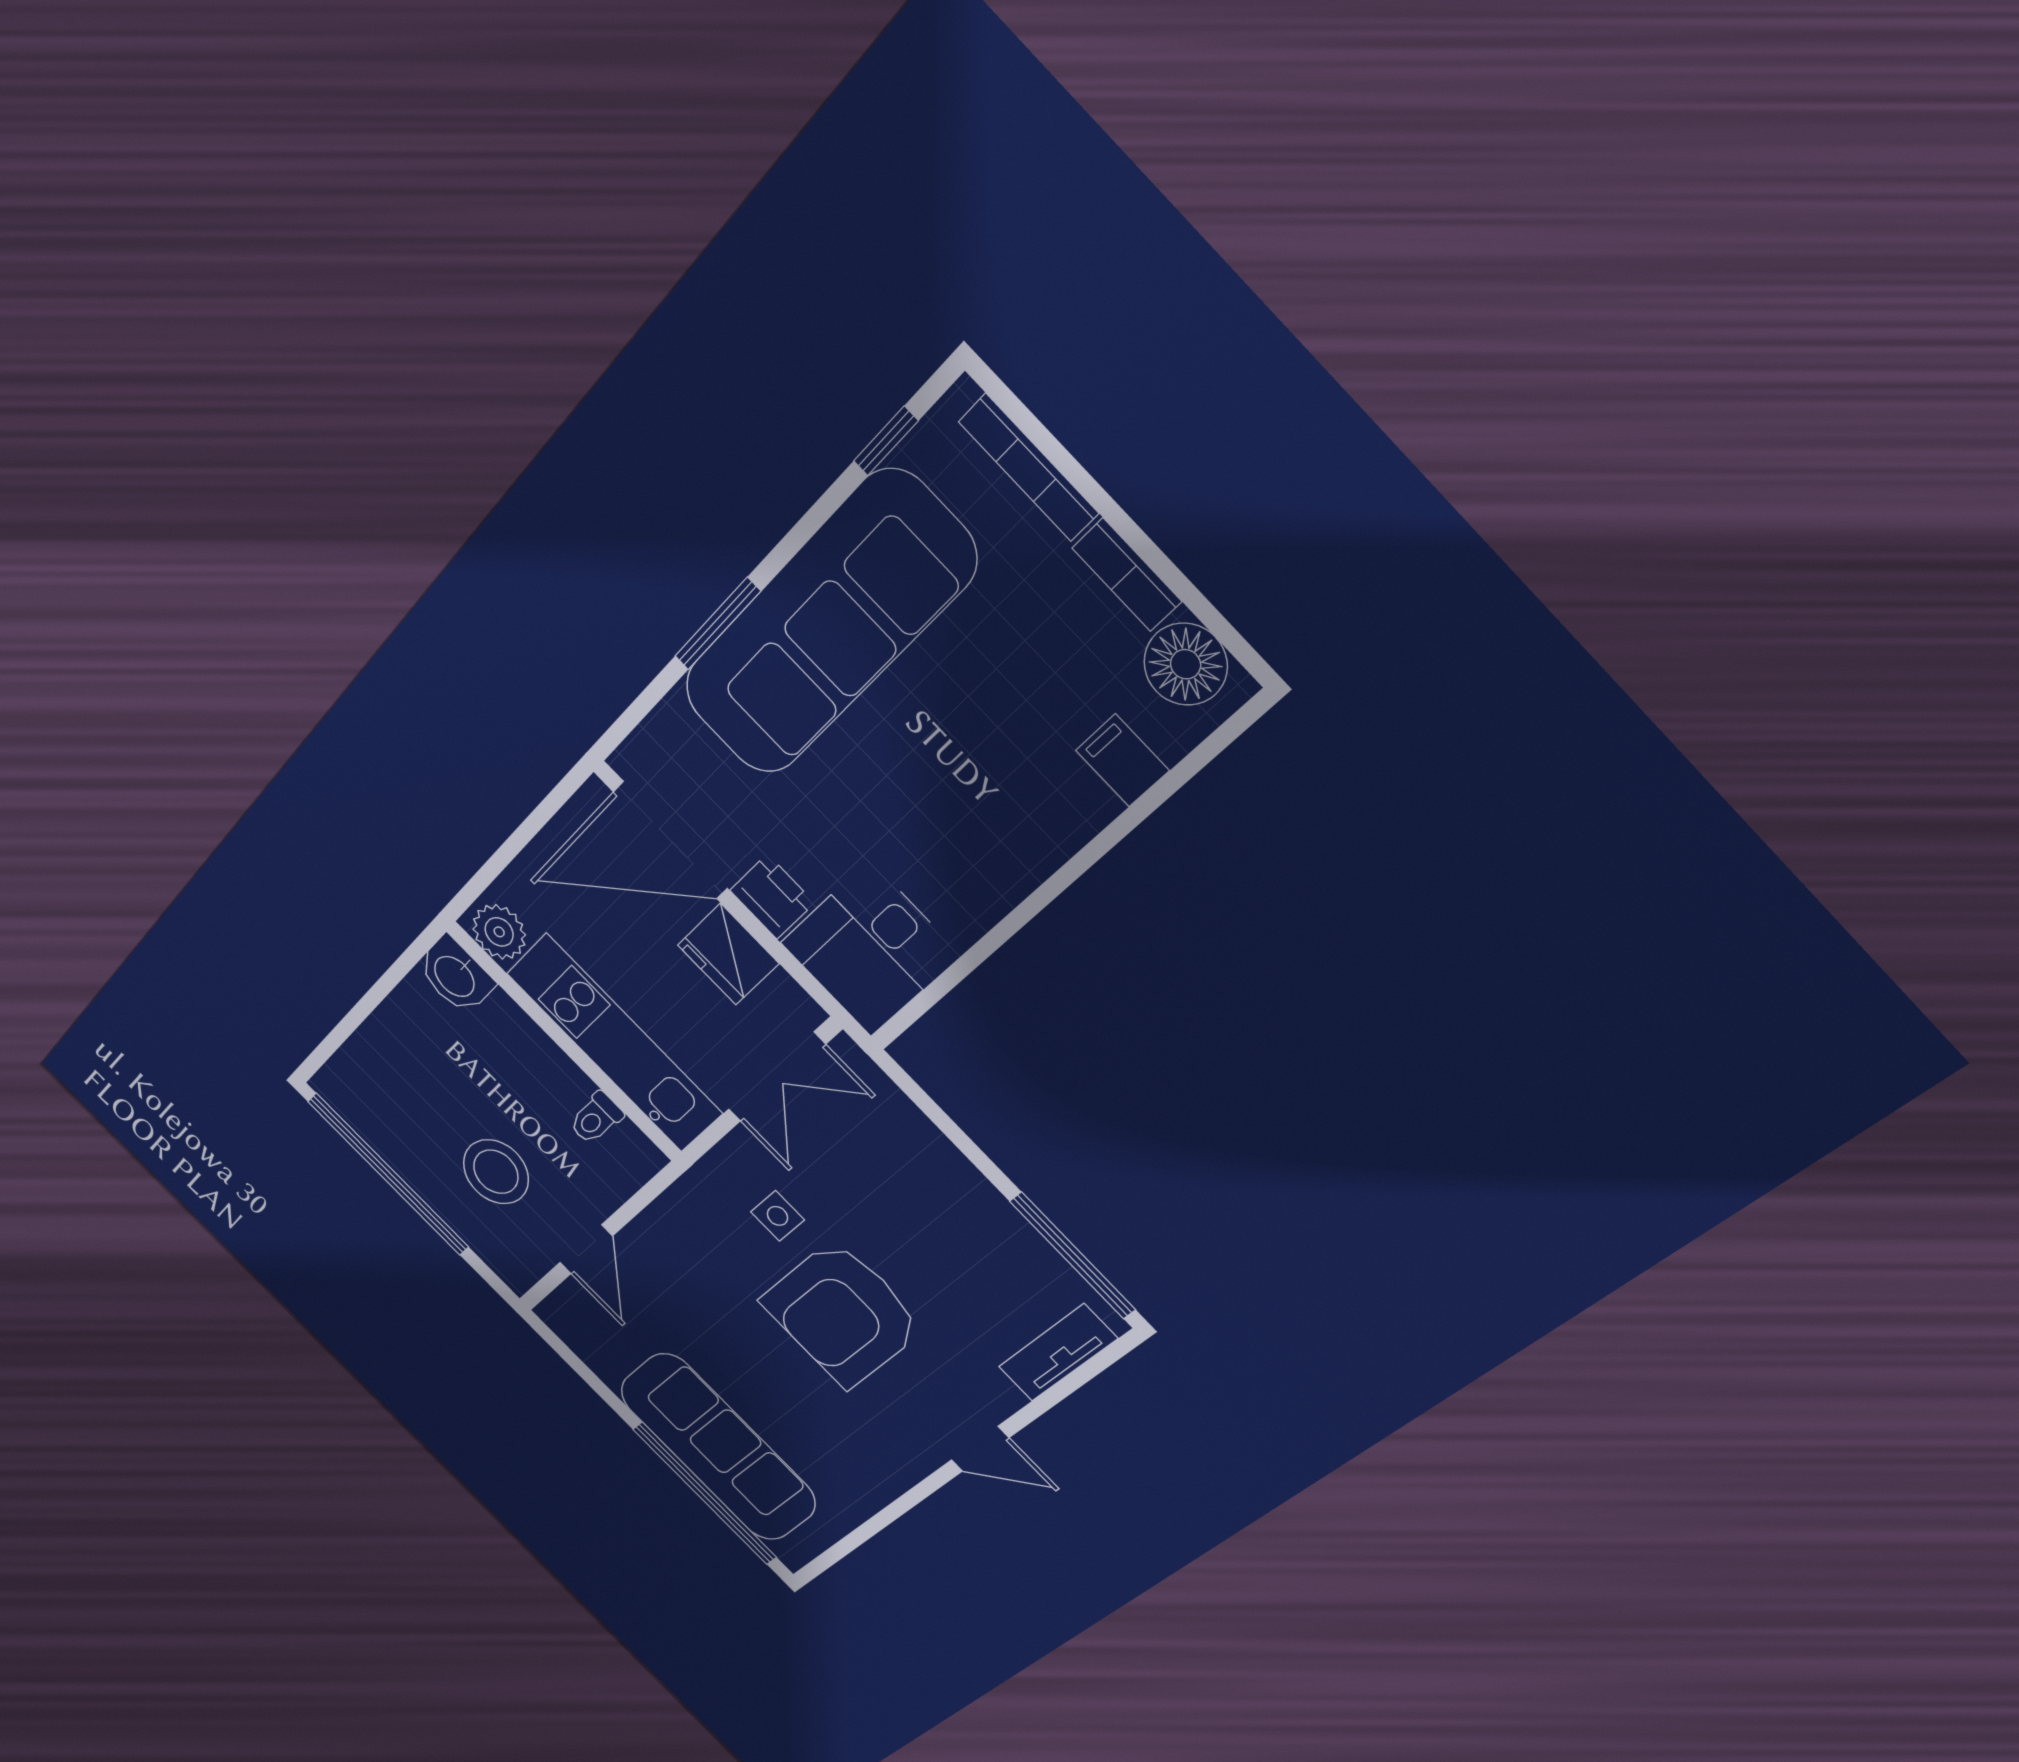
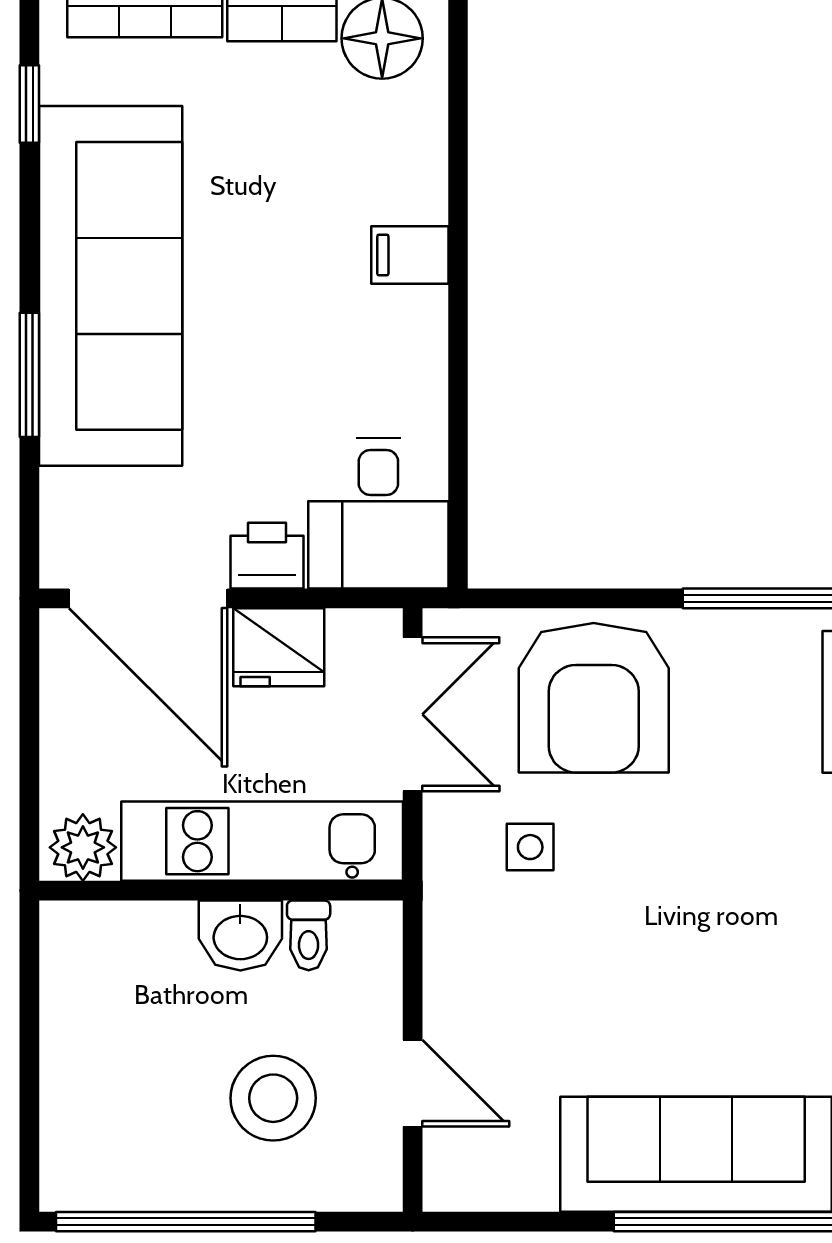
filing cabinet: (1122, 760) -> (410, 255), moved
door: (670, 840) -> (148, 598), hinge flipped
washbasin: (455, 975) -> (240, 935), moved
armchair: (842, 1314) -> (594, 698), moved

